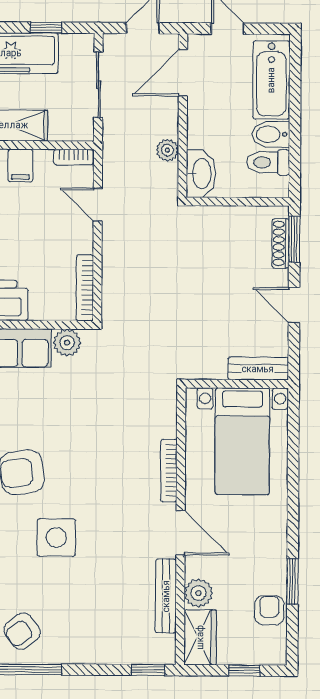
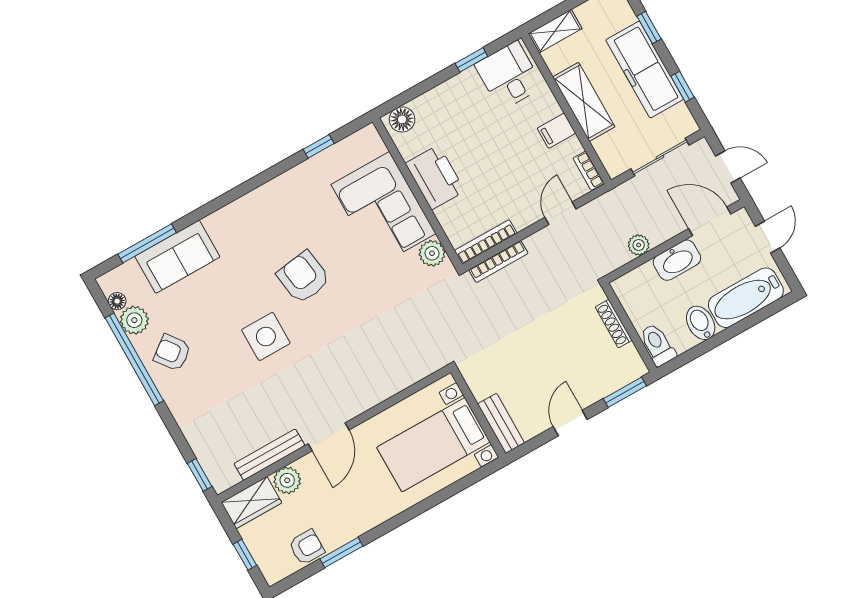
toilet: (268, 162) -> (658, 345), moved
washbasin: (201, 174) -> (677, 260), moved
shoe rack: (281, 243) -> (614, 324), moved, turned -90
bookcase: (169, 471) -> (498, 262), moved, turned 180

